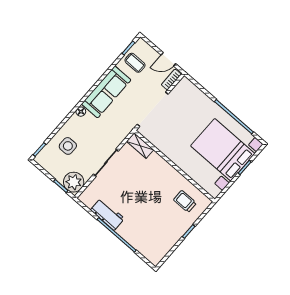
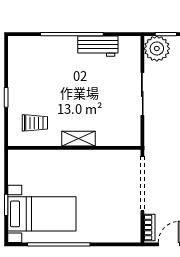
shelving: (140, 146) -> (79, 139), moved
bed with nightstands: (223, 150) -> (42, 214), width x0.73

